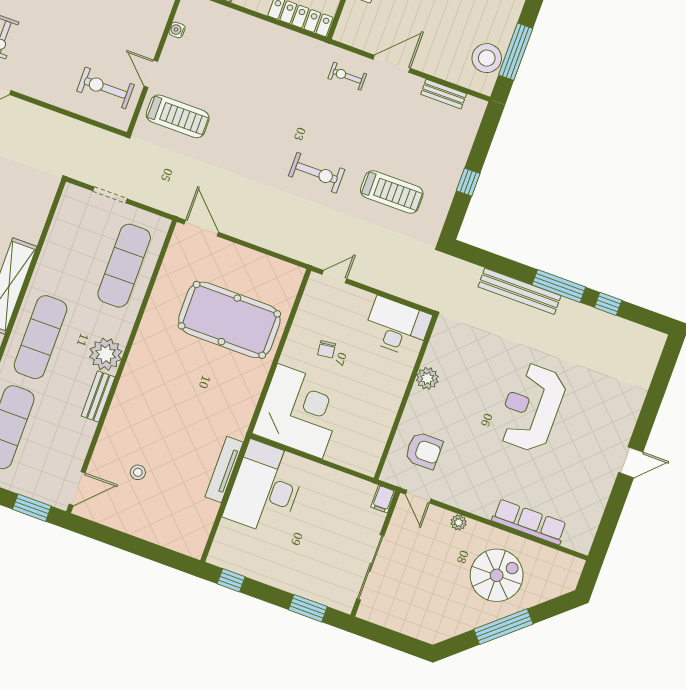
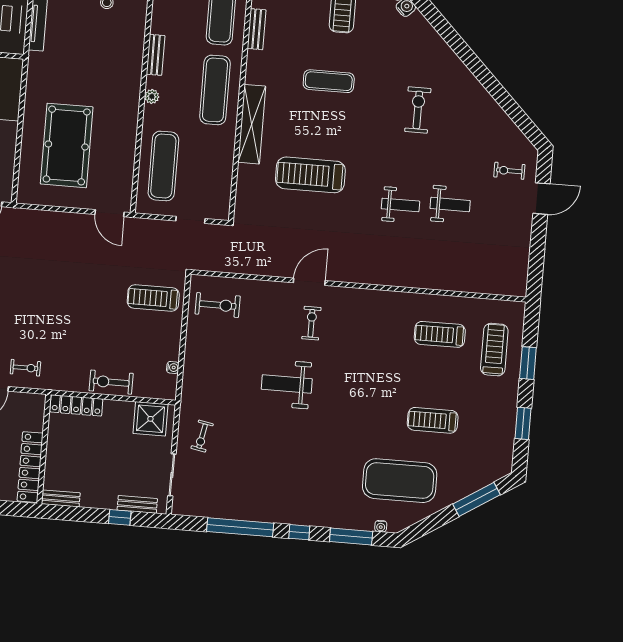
door: (151, 74) -> (184, 326), removed
exercise bike: (317, 173) -> (111, 382), moved
pool table: (229, 320) -> (67, 145), turned 90
plant: (106, 354) -> (152, 96), width x0.53, depth x0.53

